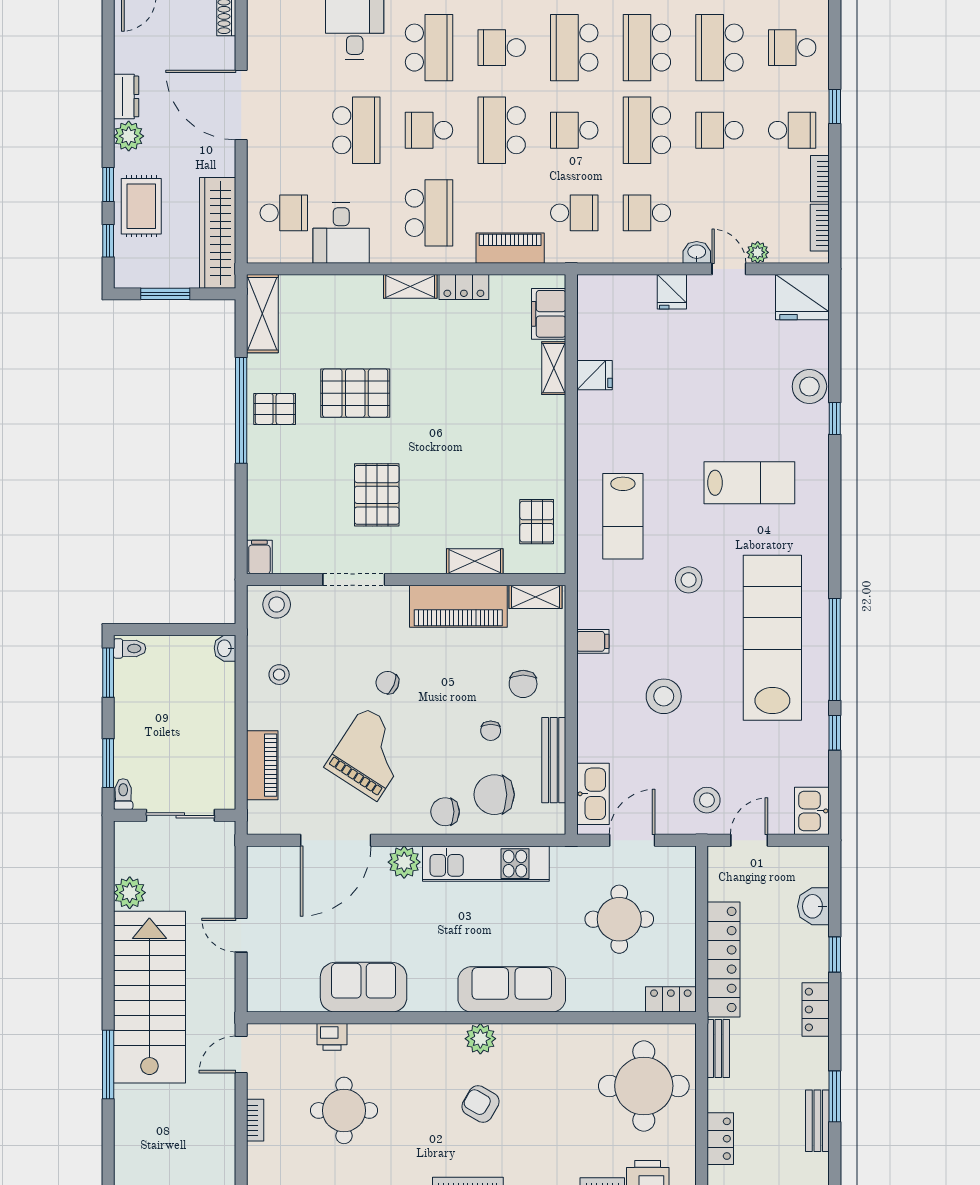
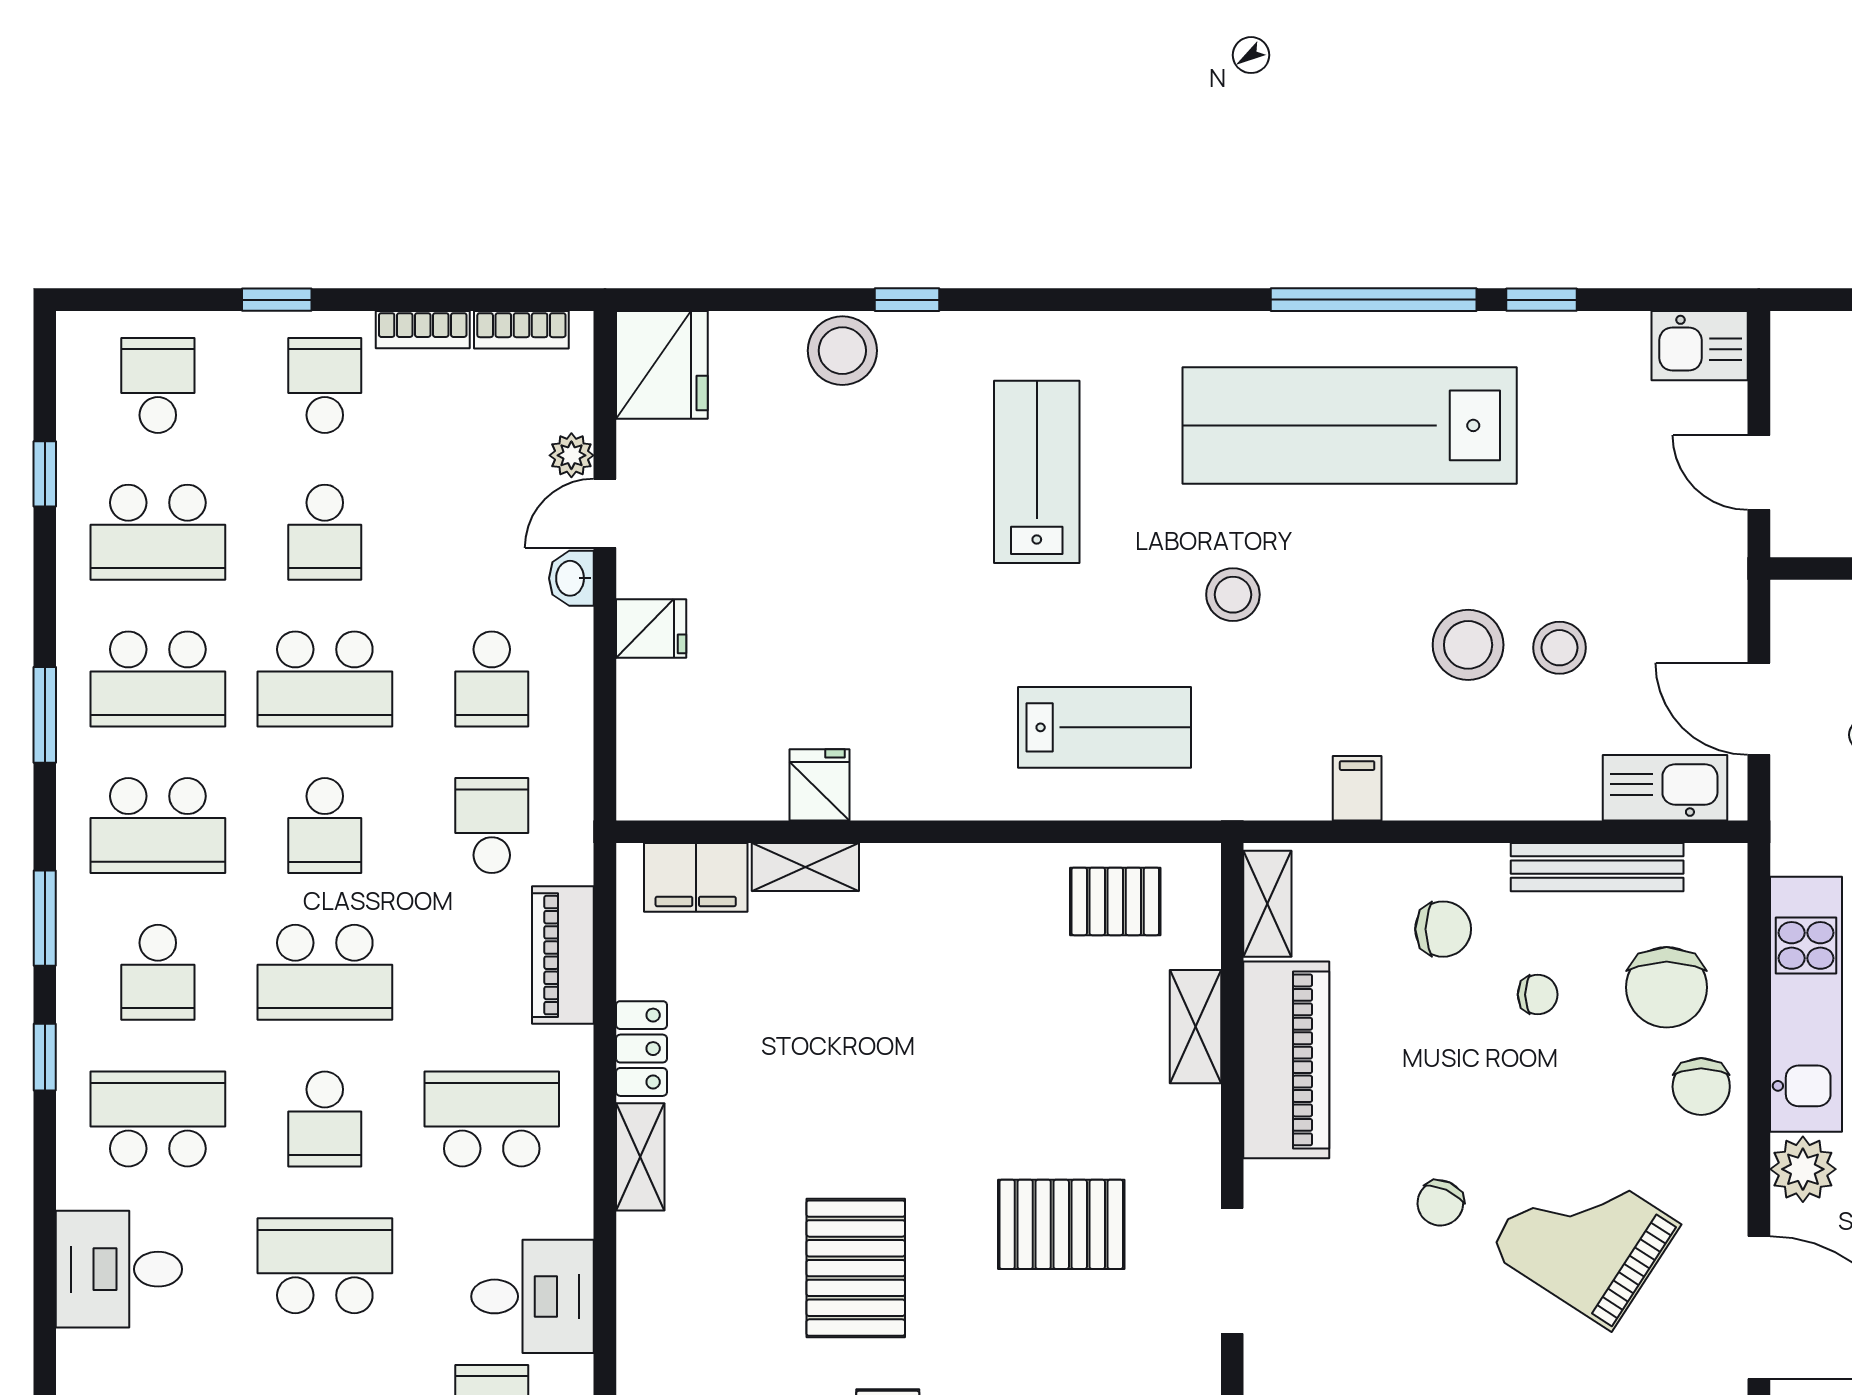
school desk: (792, 48) -> (158, 386), turned 180
stool: (707, 800) -> (1559, 648), moved

